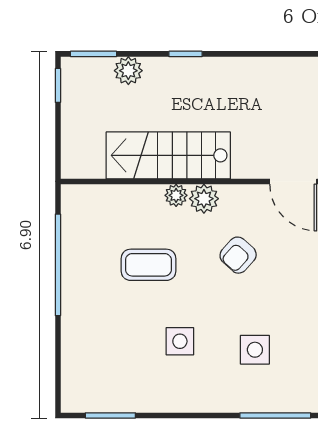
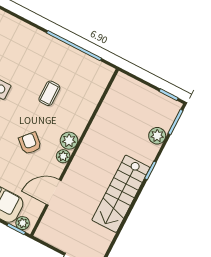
stairs: (168, 155) -> (121, 194), moved, turned 180
plant: (176, 195) -> (63, 156), moved
coffee table: (148, 265) -> (49, 93), width x0.73, depth x0.77

